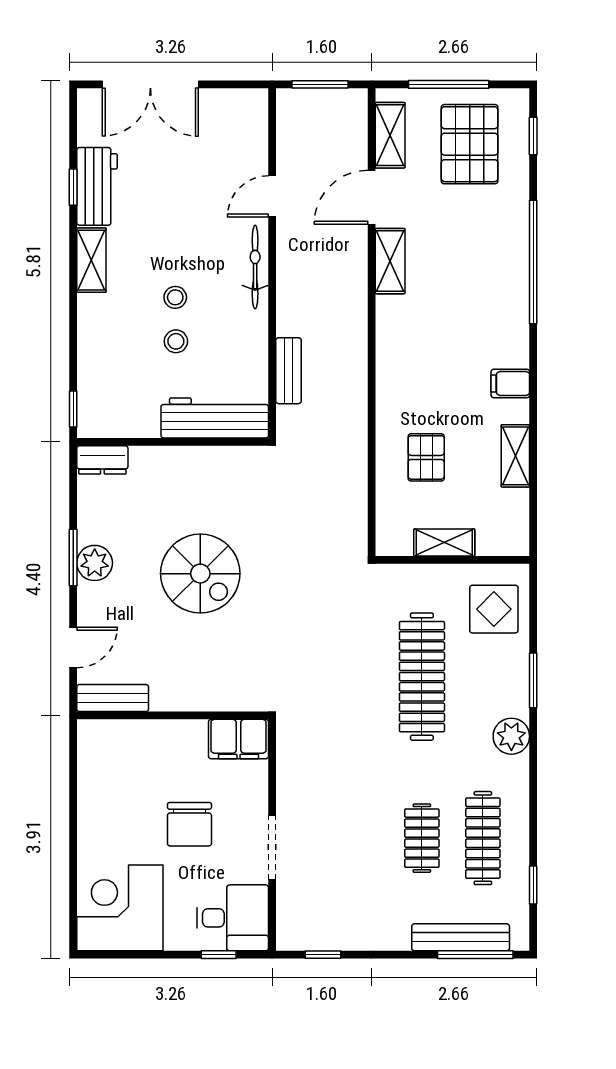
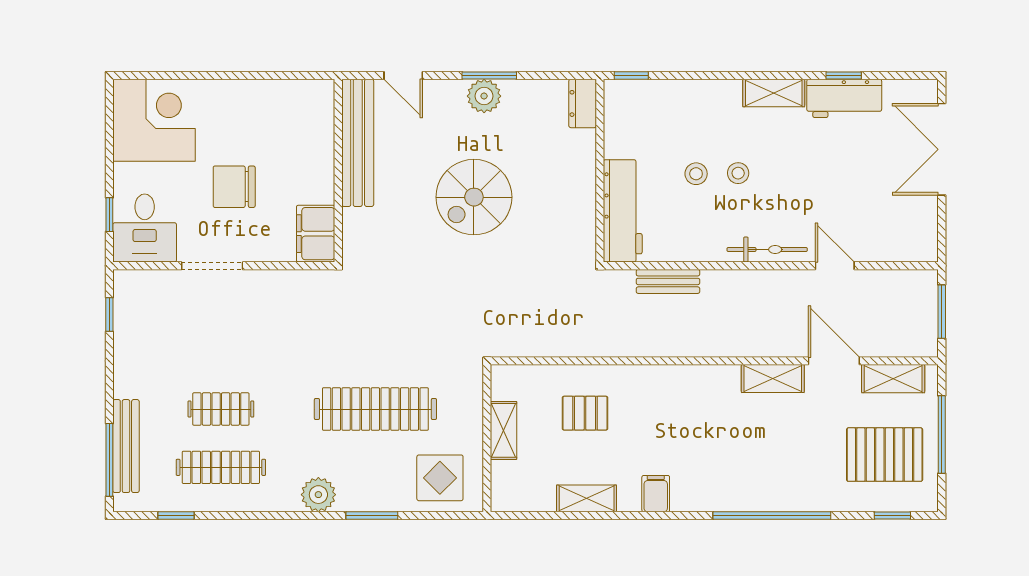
bench: (113, 698) -> (358, 143), width x1.86, depth x1.21

